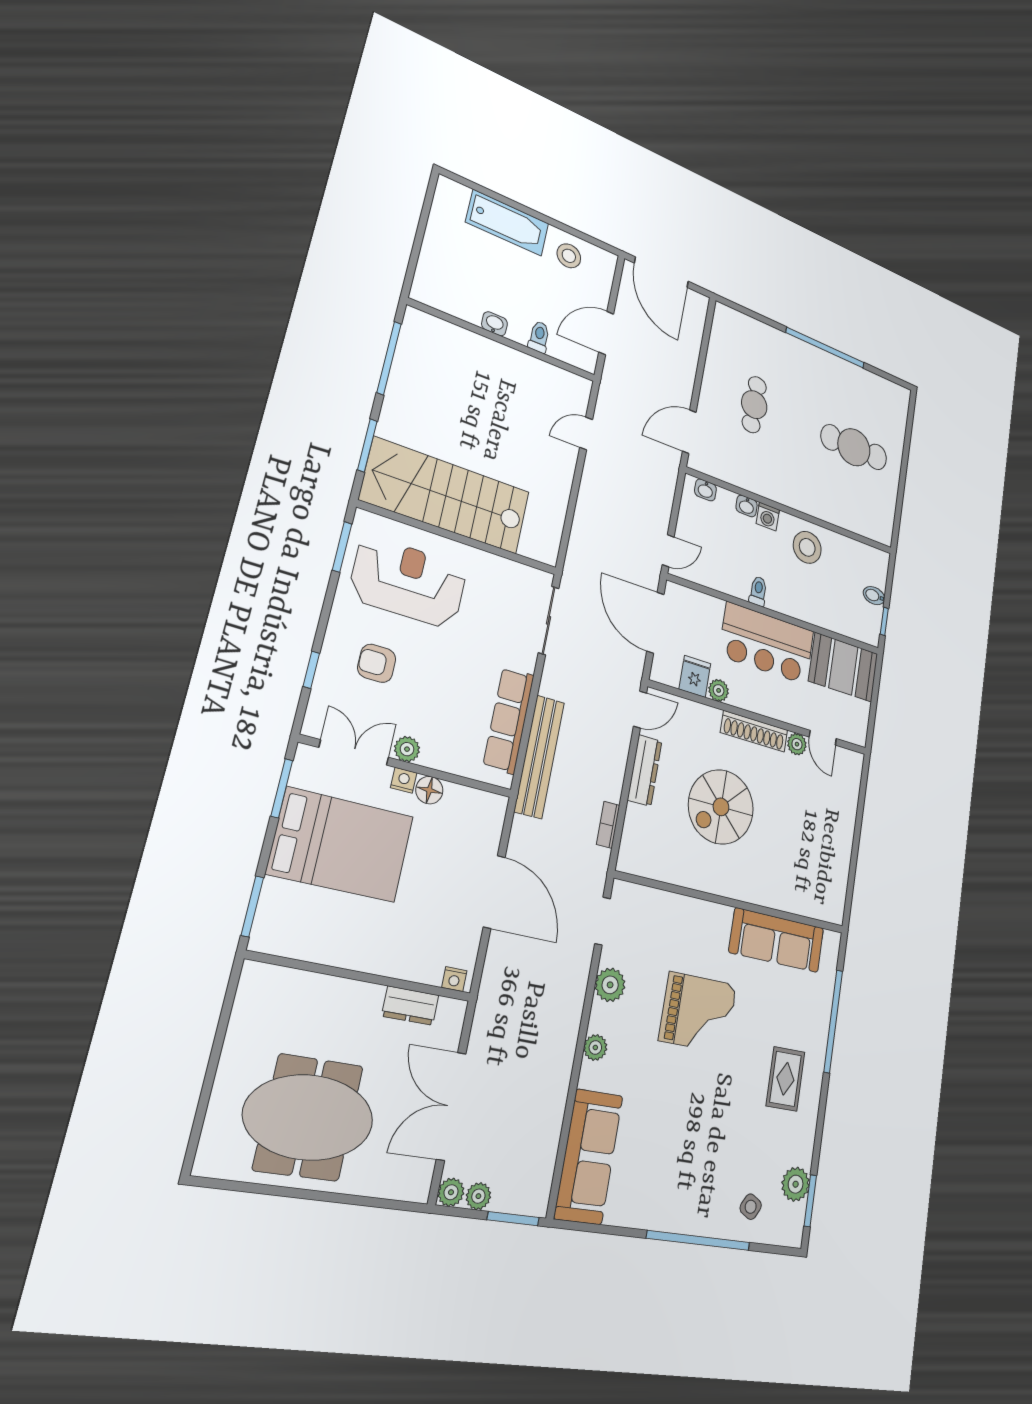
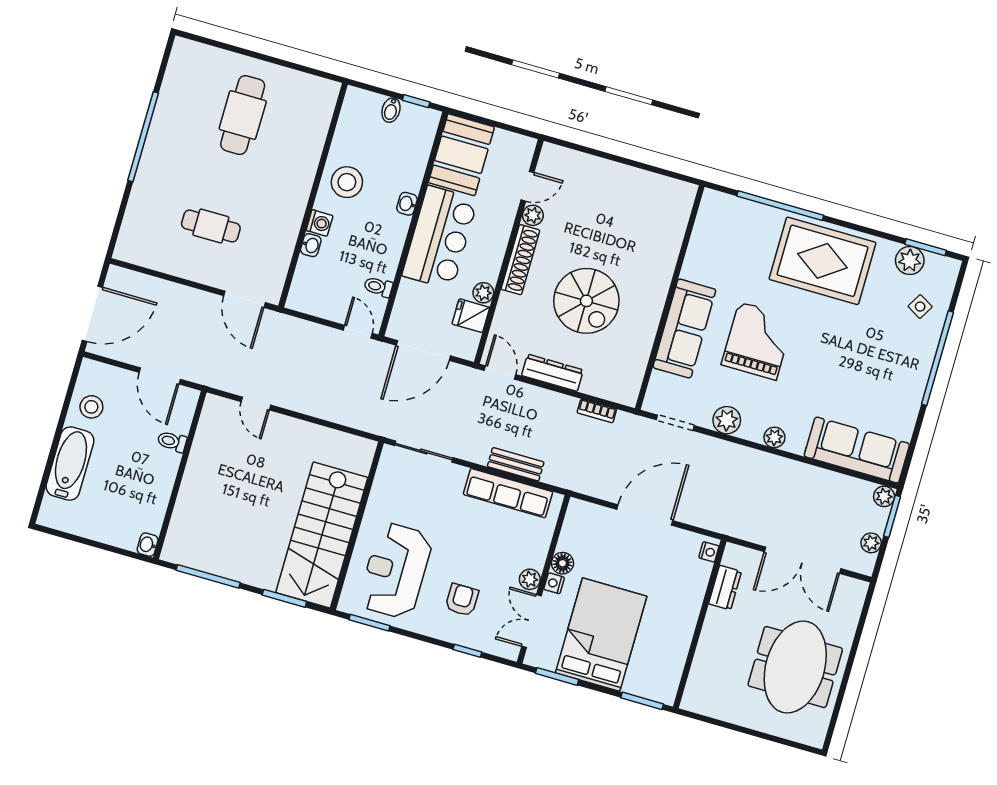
washbasin: (495, 324) -> (148, 545), moved
washbasin: (705, 490) -> (407, 204), moved, turned 180
toilet: (758, 591) -> (378, 287), moved
armchair: (377, 663) -> (462, 600), turned 180
bench: (539, 757) -> (516, 464), width x0.54, depth x0.82
sofa: (777, 940) -> (684, 329), moved
rug: (785, 1079) -> (822, 261), width x1.86, depth x2.06
plant: (451, 1192) -> (884, 496), moved

